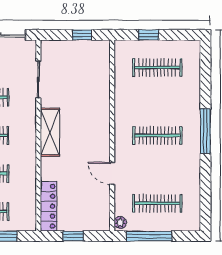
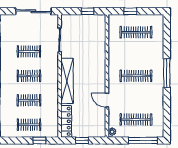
shelving: (50, 132) -> (67, 81), width x1.47
window: (149, 236) -> (143, 140), moved

